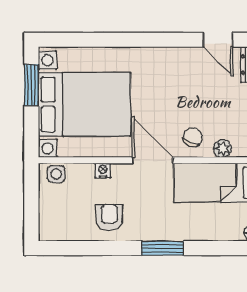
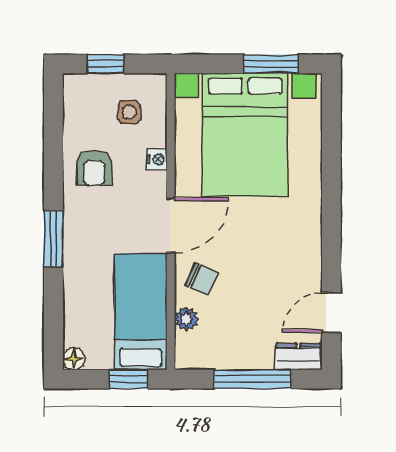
side table: (56, 174) -> (129, 112), moved
window: (31, 209) -> (105, 64), added
armchair: (110, 218) -> (94, 168), turned 90

